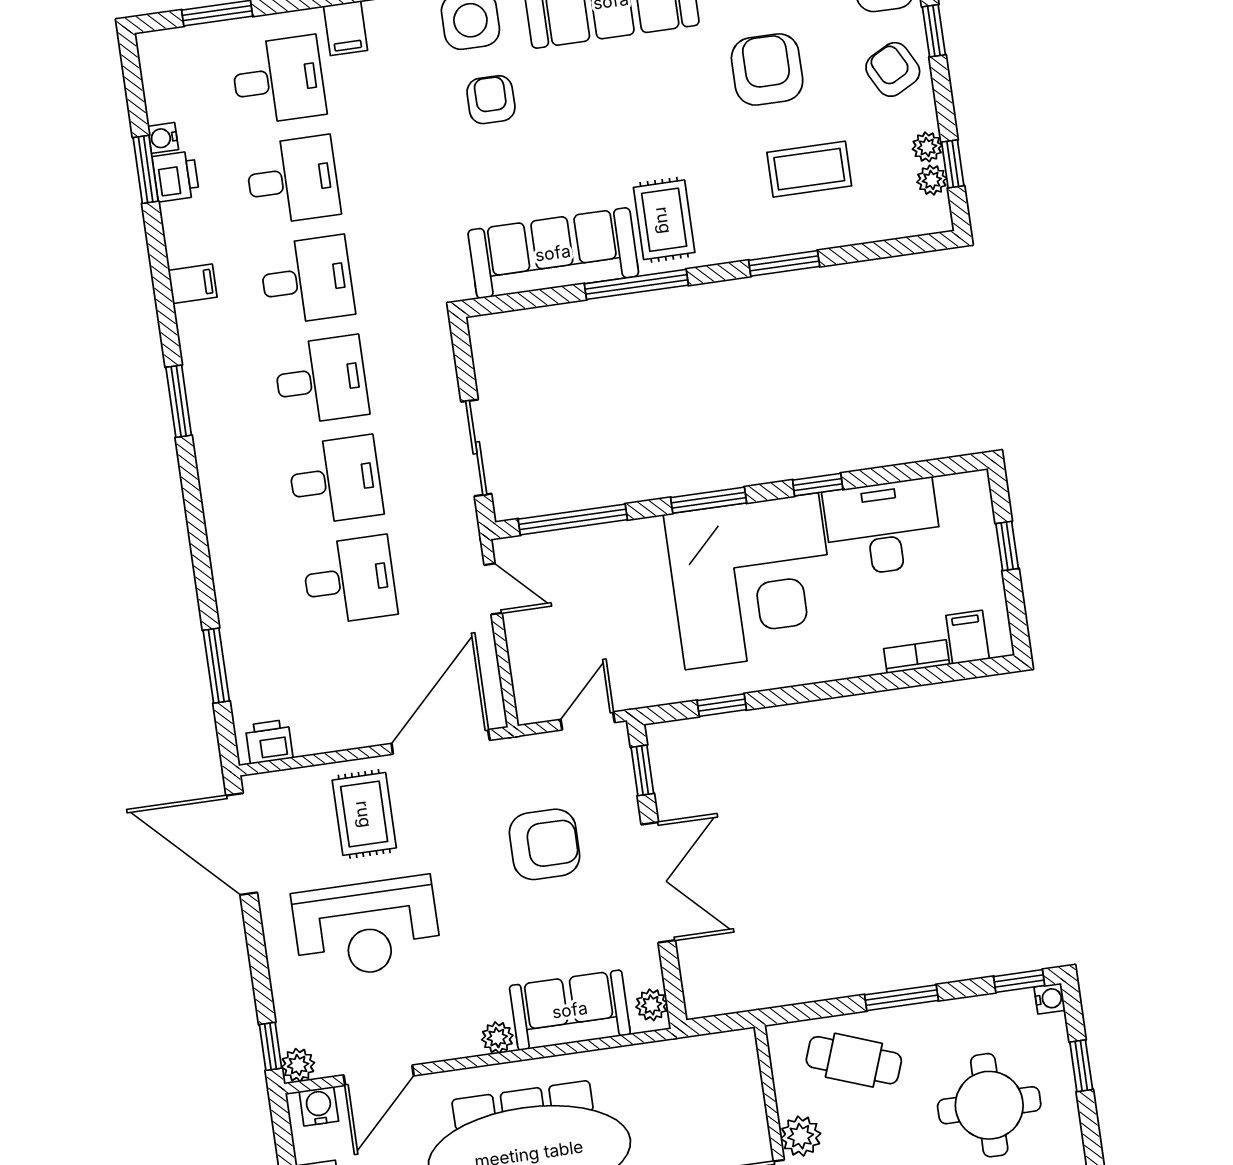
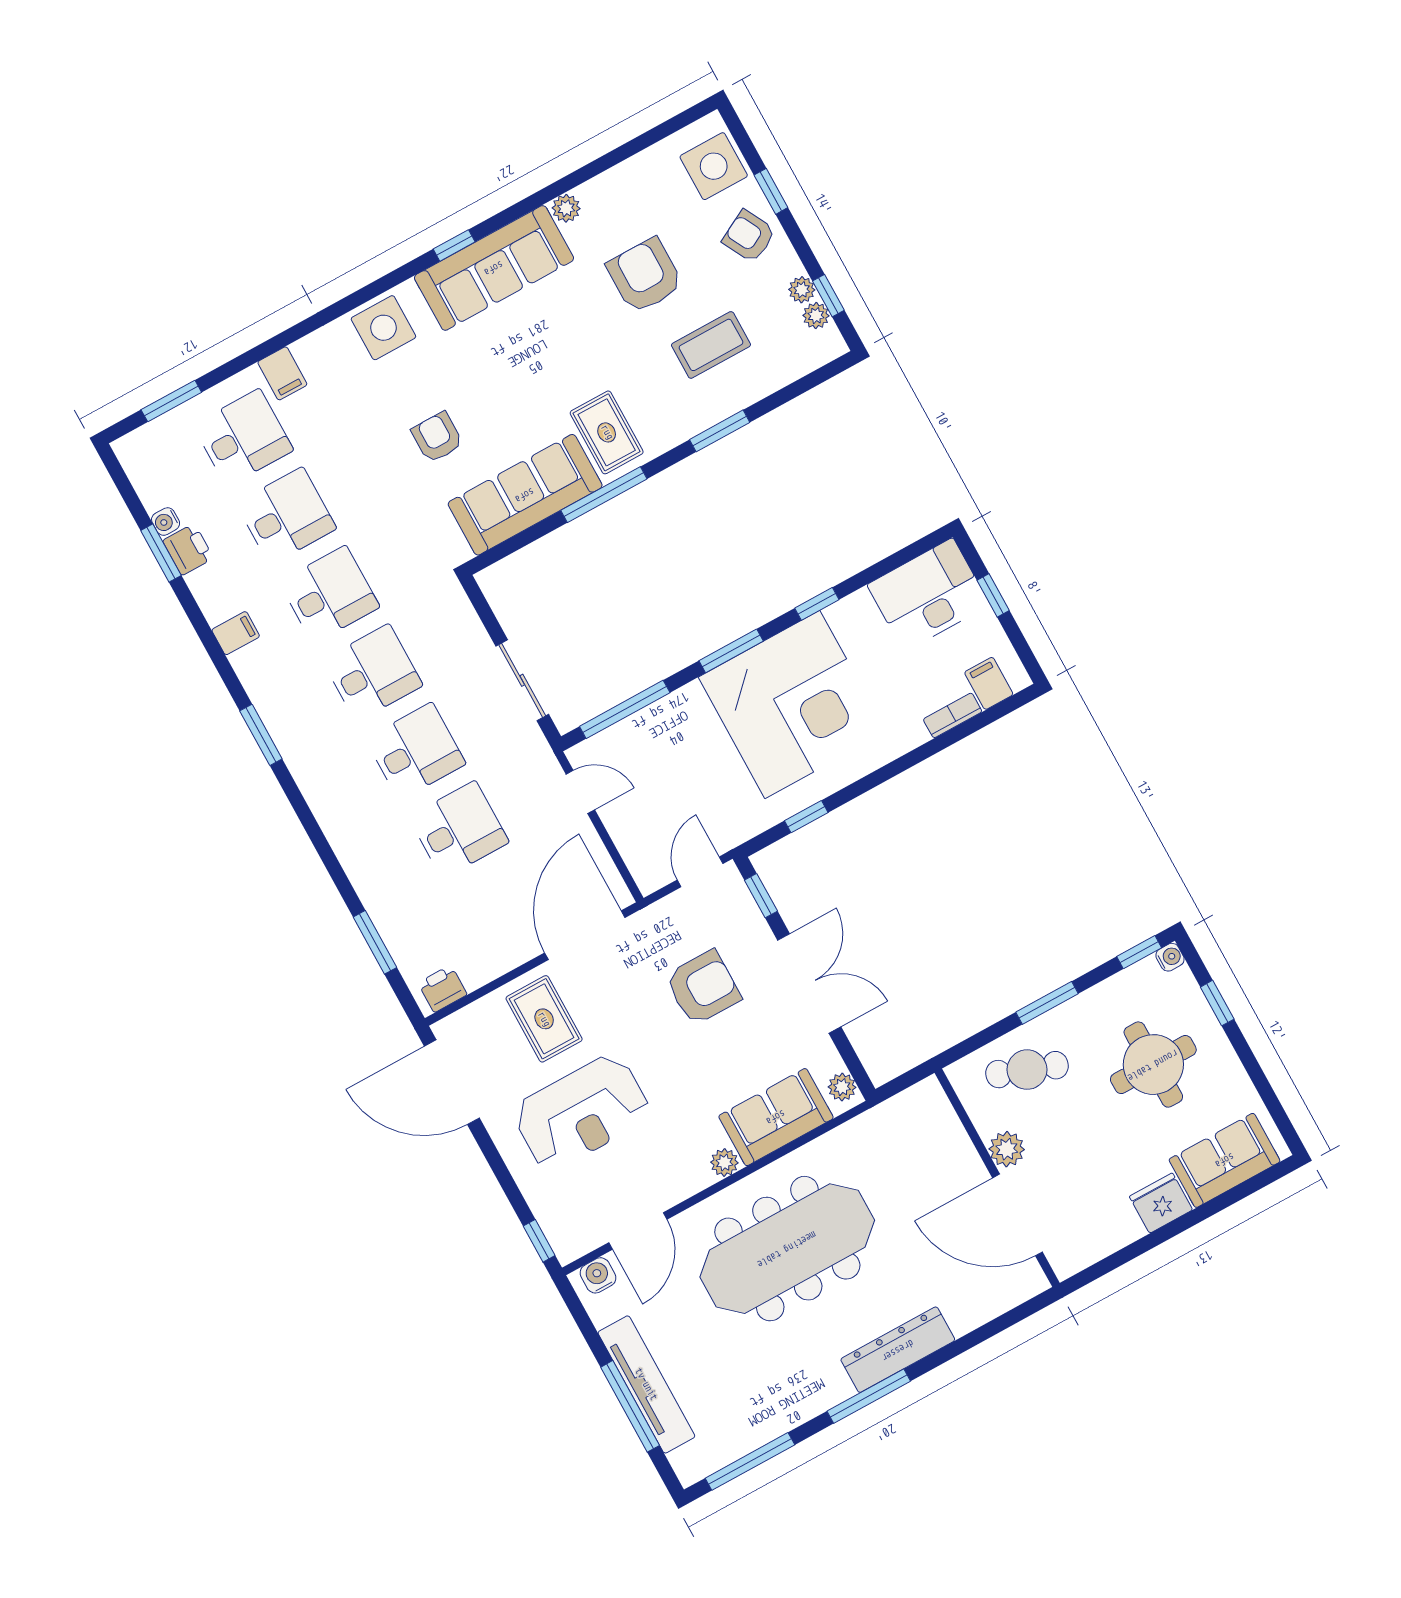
armchair: (491, 100) -> (437, 437), moved
desk: (883, 528) -> (928, 595), moved
plant: (298, 1065) -> (568, 1248), removed

